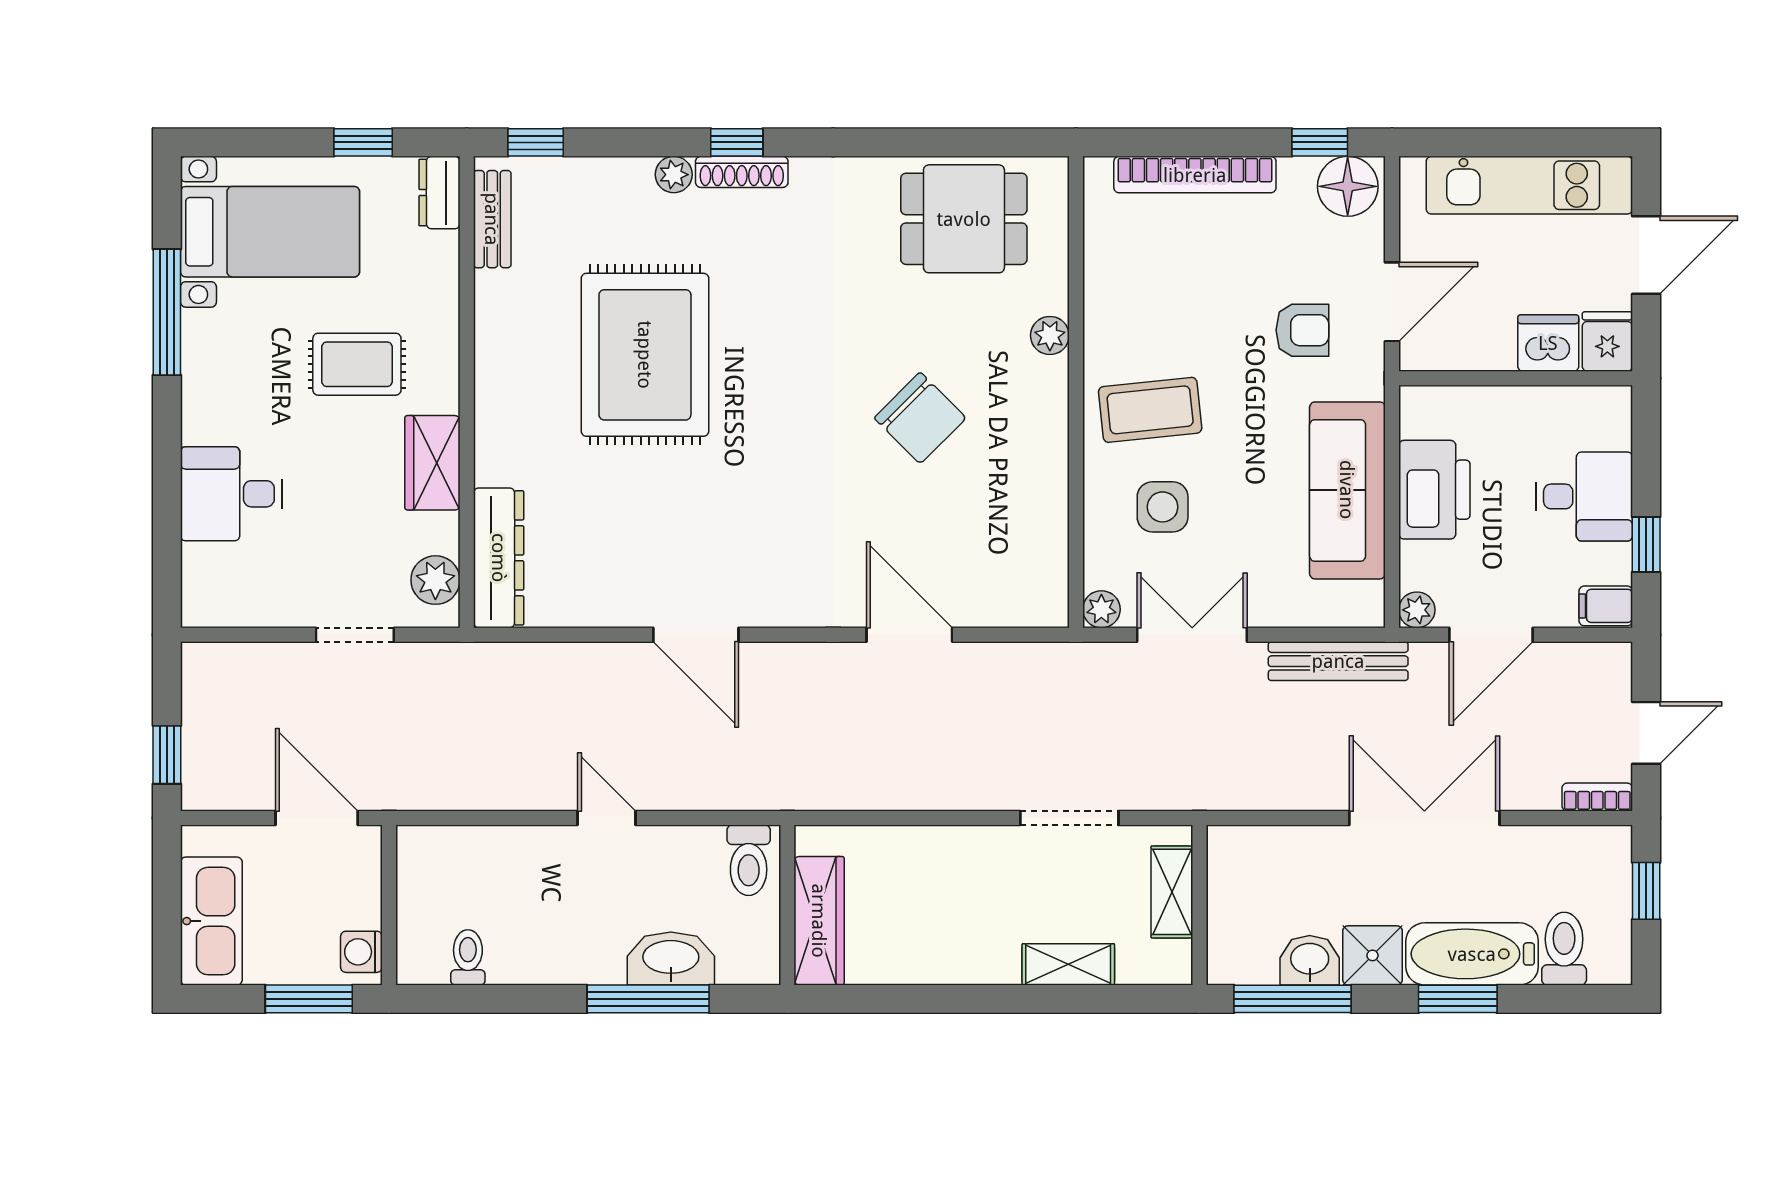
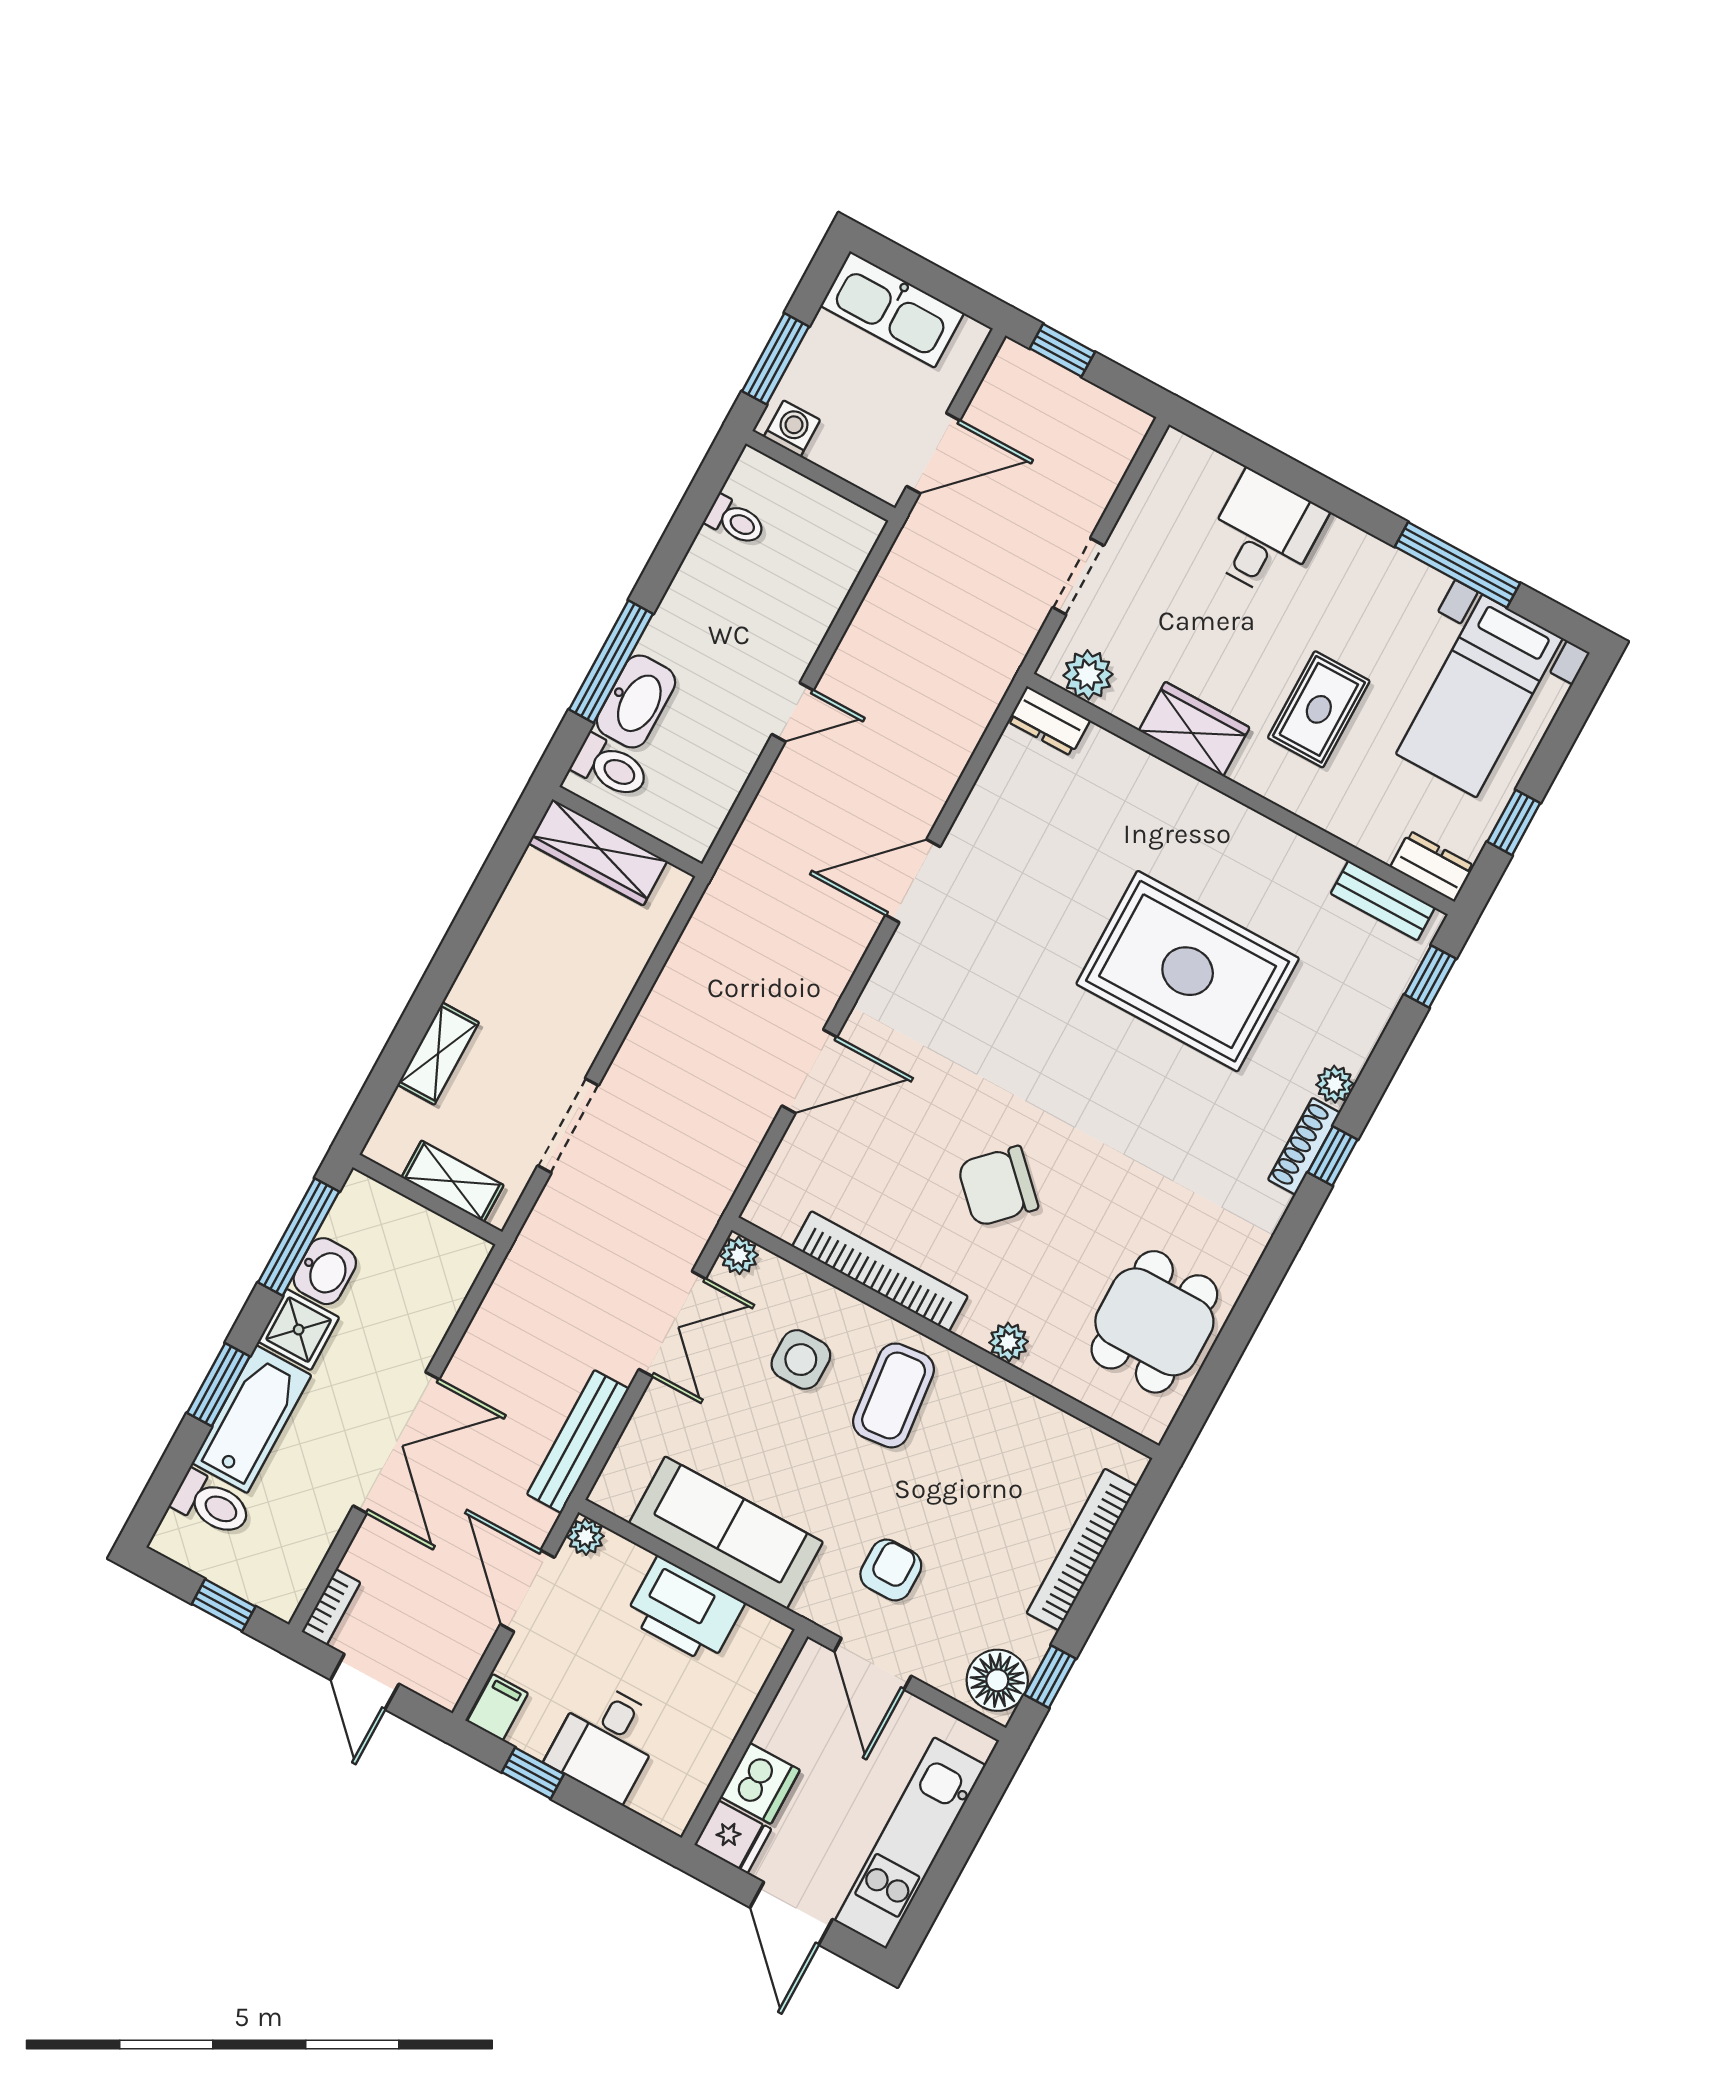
armchair: (1302, 330) -> (891, 1570), turned 180
bookcase: (1049, 480) -> (880, 1271), added
dresser: (499, 558) -> (1049, 721), width x0.51, depth x0.80
toilet: (749, 860) -> (611, 767), moved, turned 180

